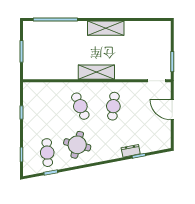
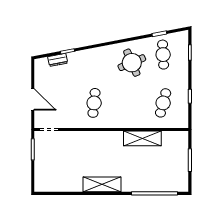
shelving: (96, 72) -> (142, 138), moved
cafe table: (80, 106) -> (163, 103), moved, turned 39
round table: (77, 145) -> (132, 63), turned -38
dresser: (131, 151) -> (58, 60), moved

